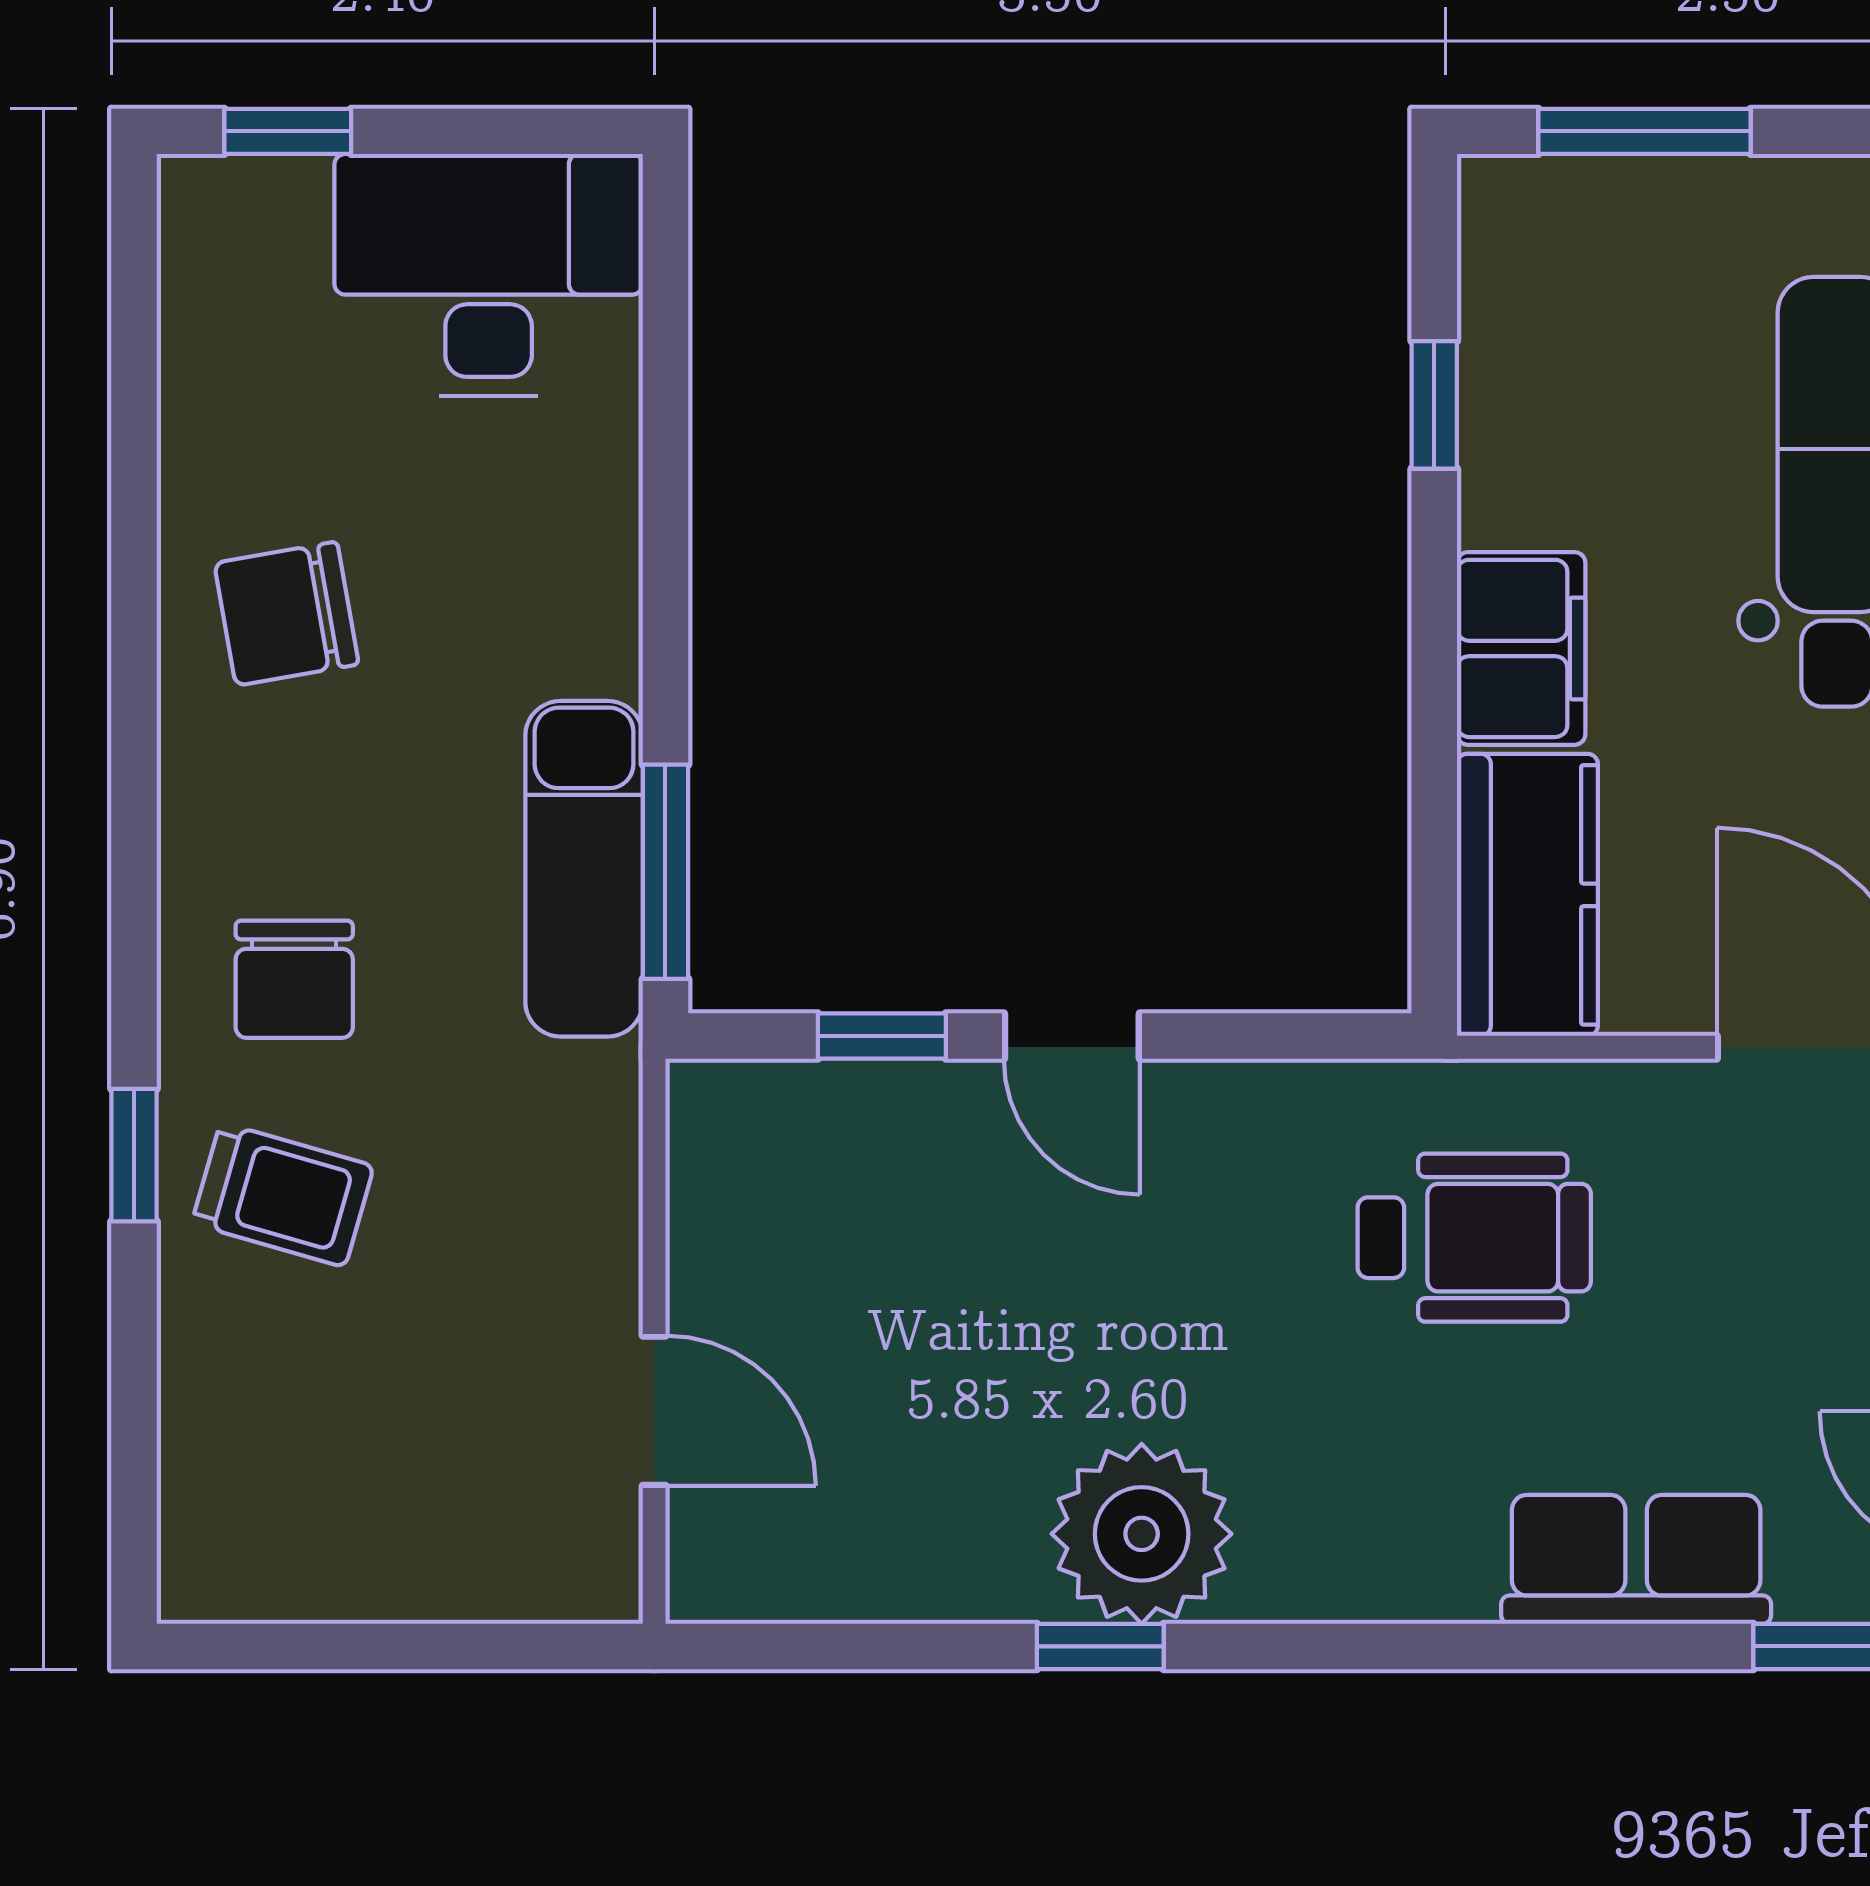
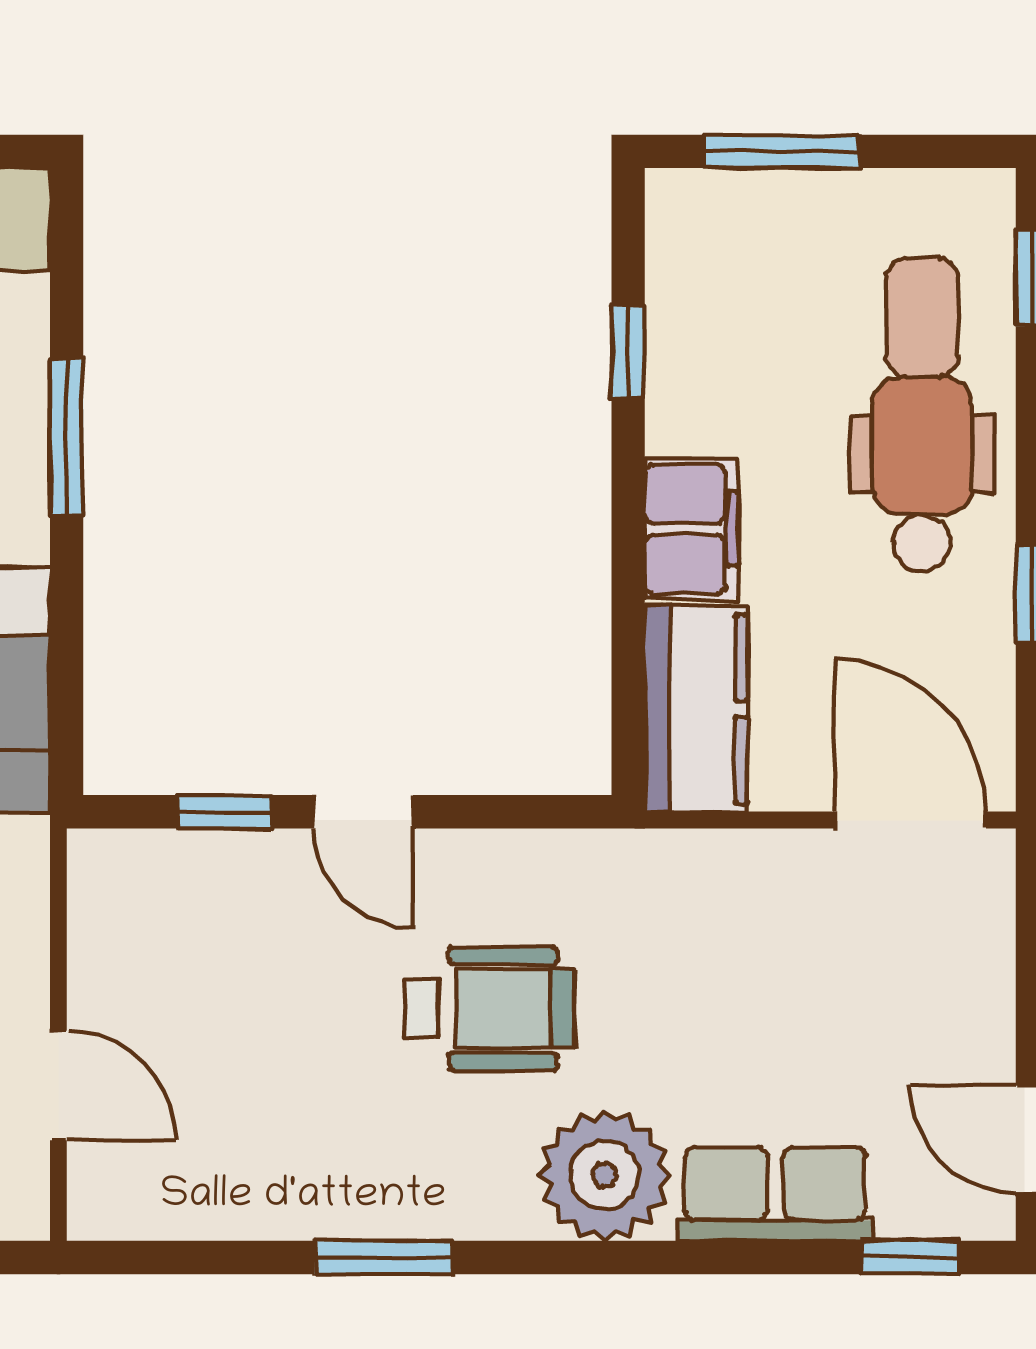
window: (665, 872) -> (67, 437), moved
wheelchair: (1474, 1238) -> (490, 1008), moved
plant: (1142, 1534) -> (605, 1175), moved
window: (1100, 1646) -> (384, 1257), width x1.50

